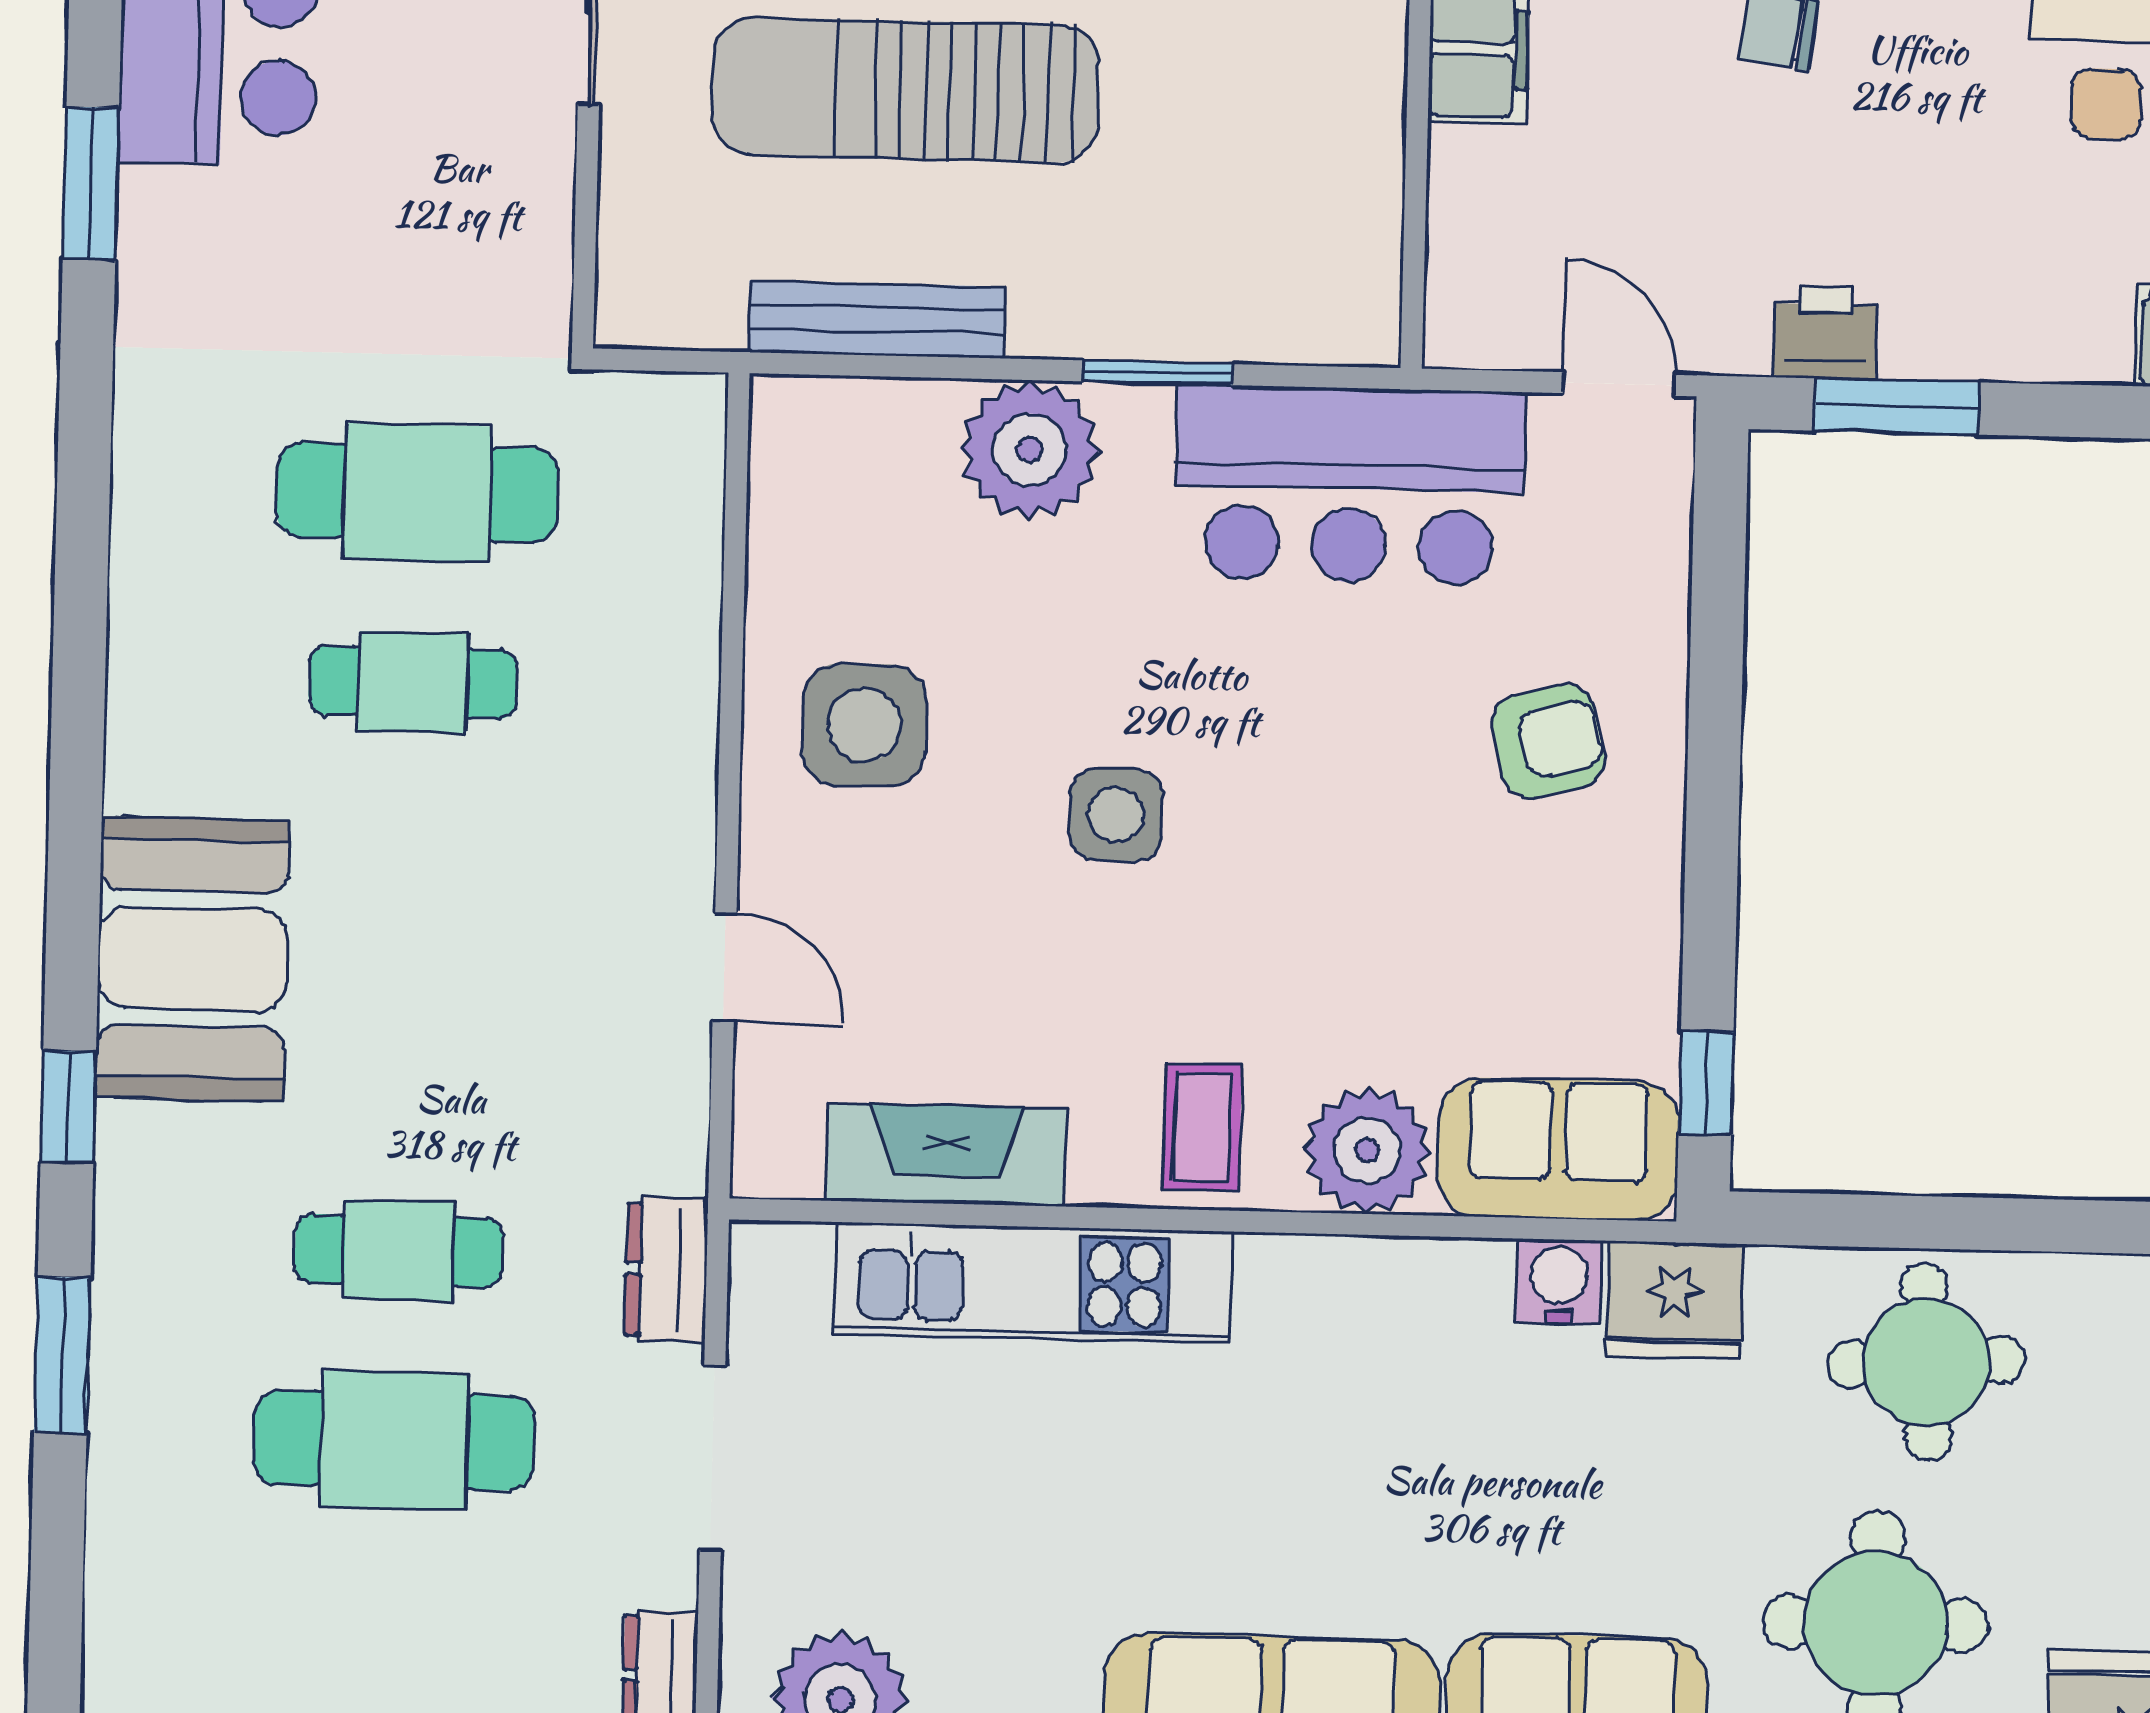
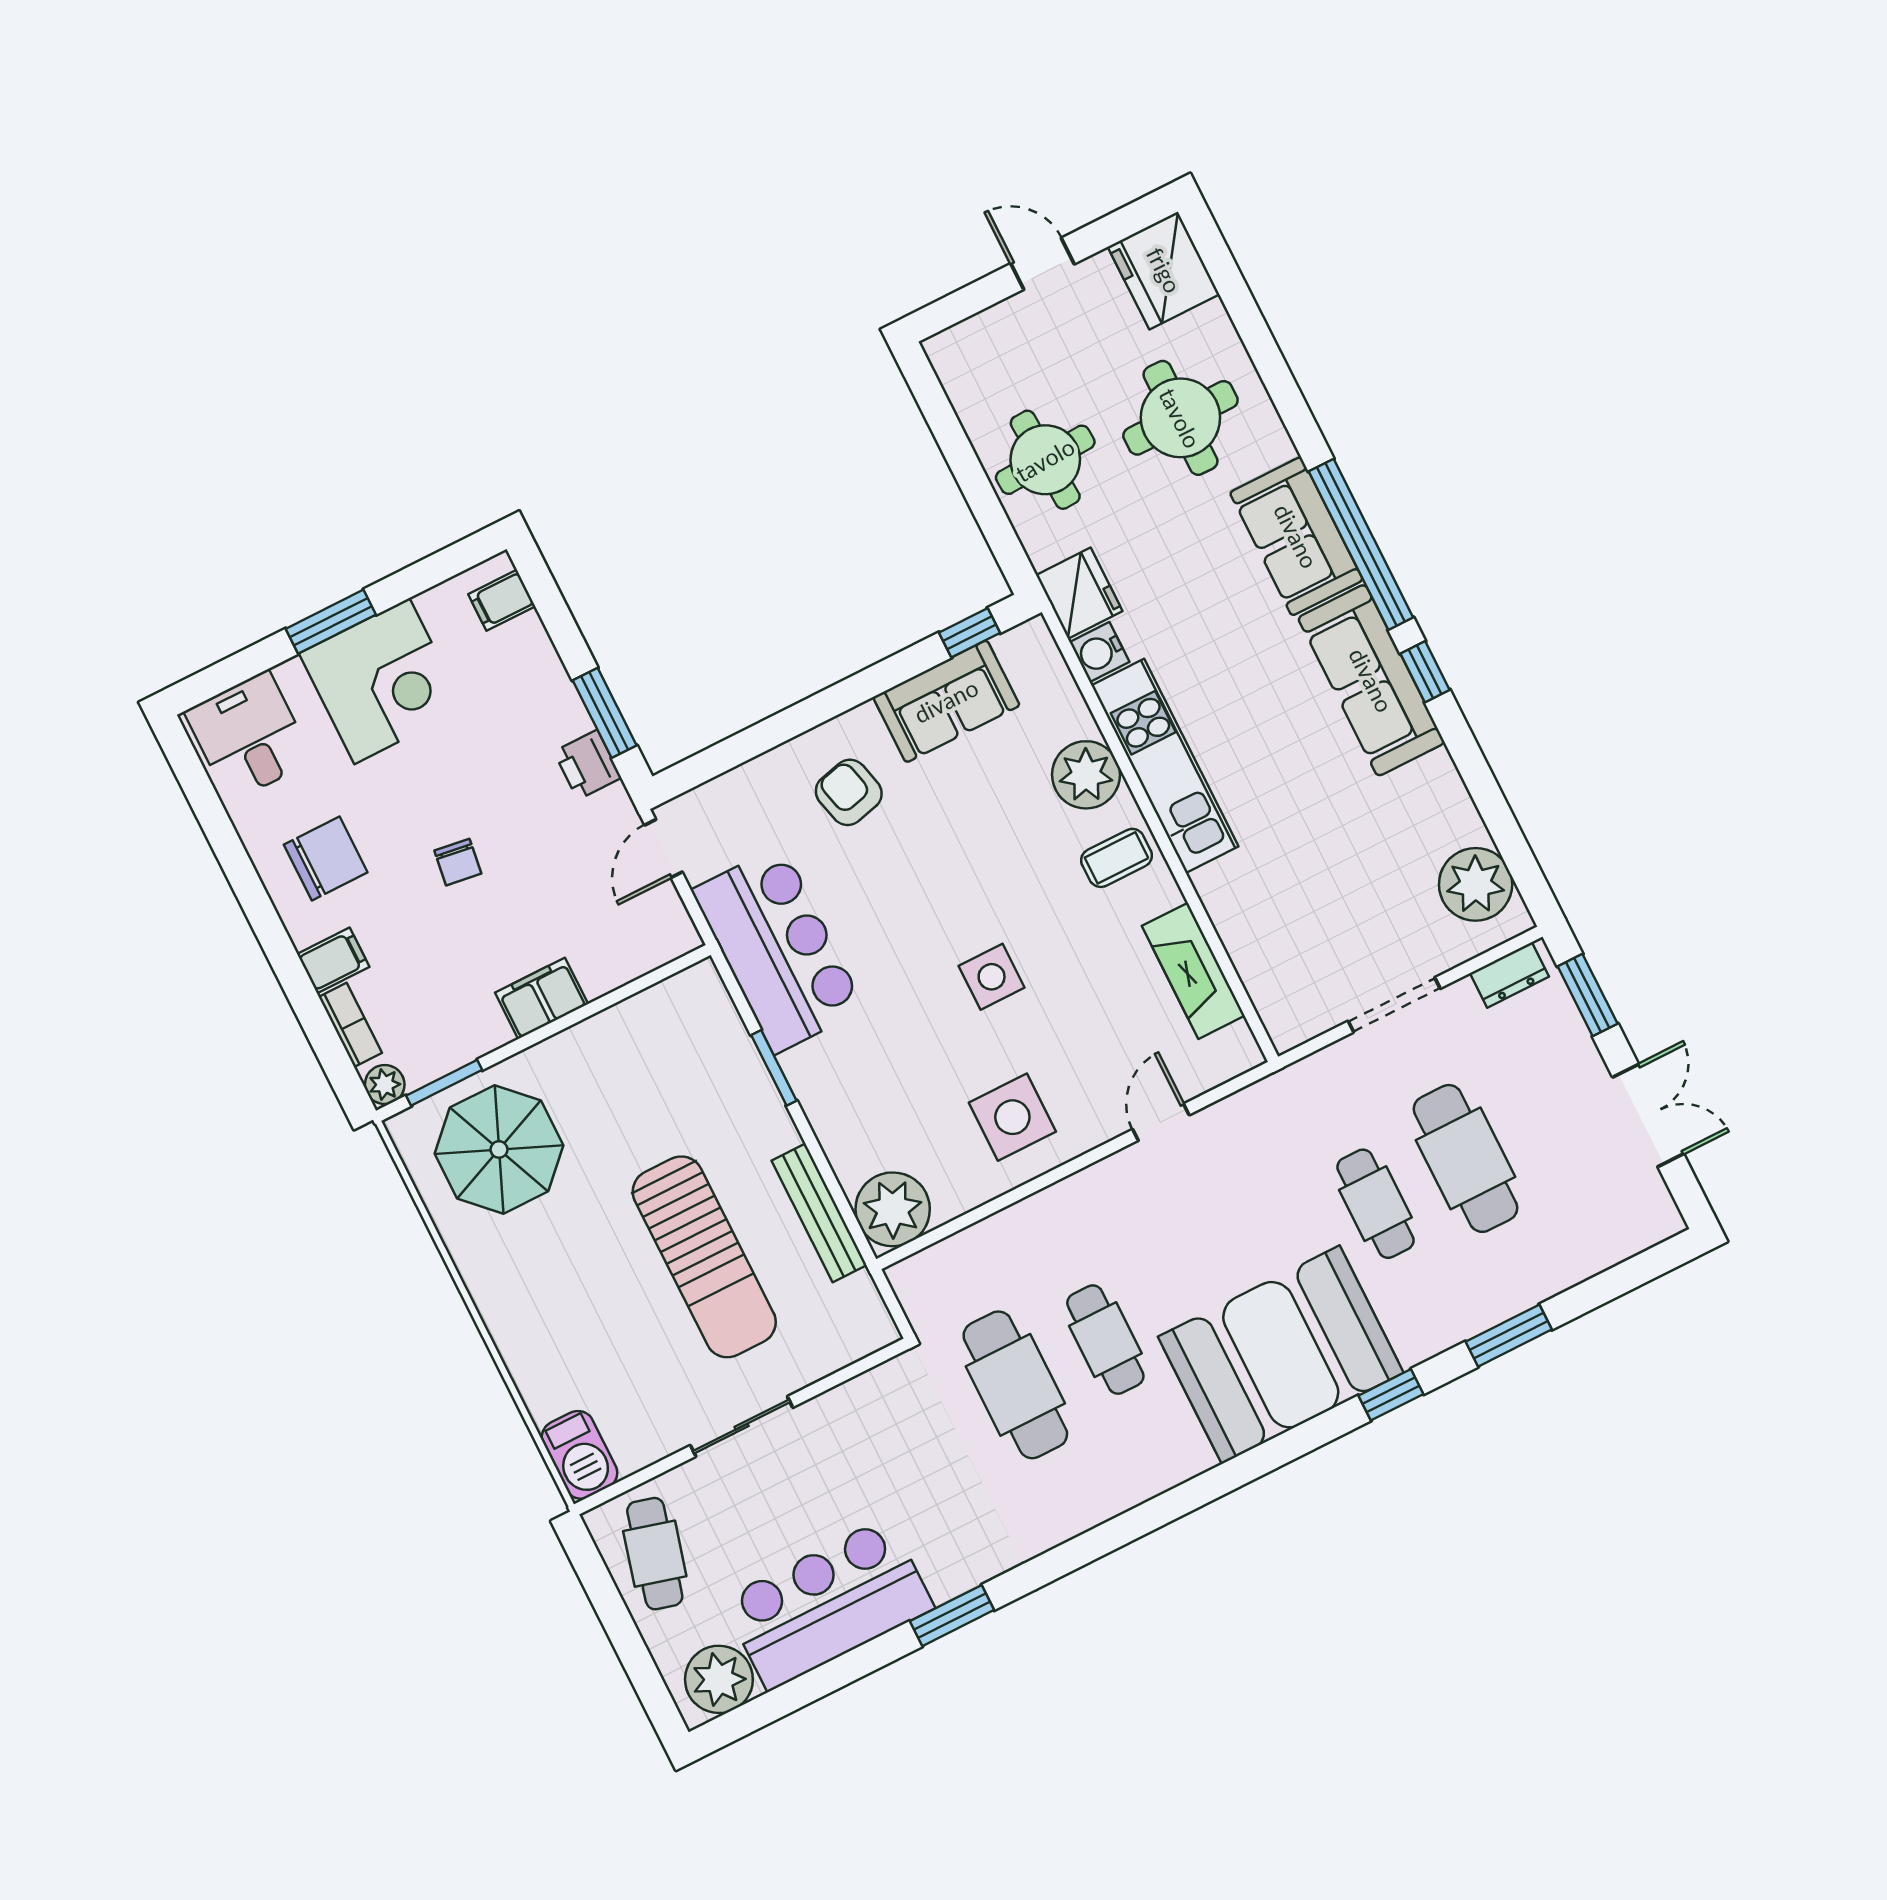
plant: (1029, 450) -> (893, 1209), moved
booth: (192, 959) -> (1281, 1355), width x1.36, depth x1.42
sofa: (1558, 1149) -> (946, 701), moved, turned -90
dresser: (666, 1269) -> (1317, 1074), removed
kitchen unit: (1033, 1282) -> (1165, 766), moved

